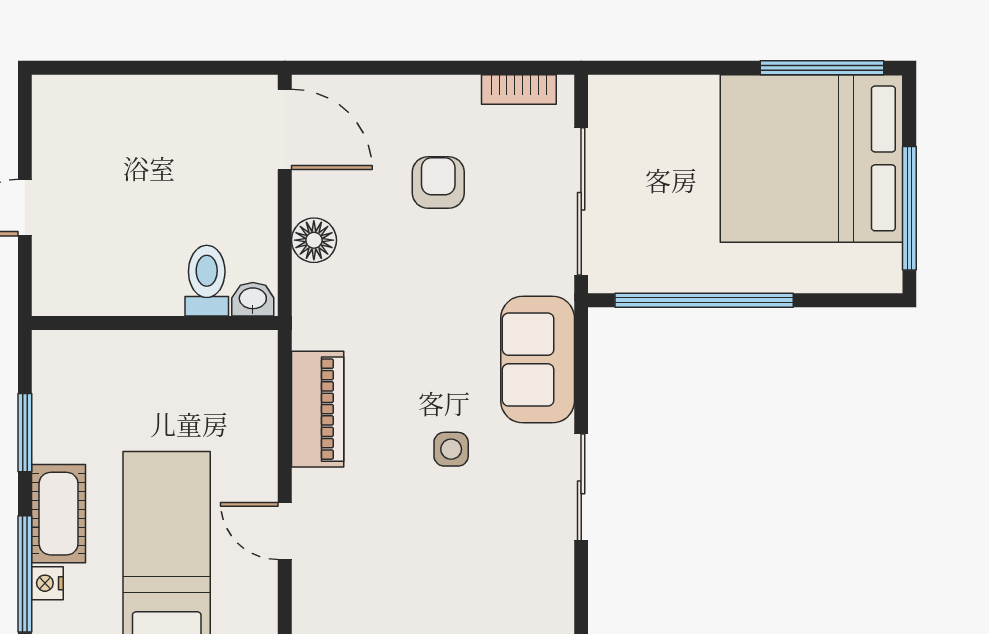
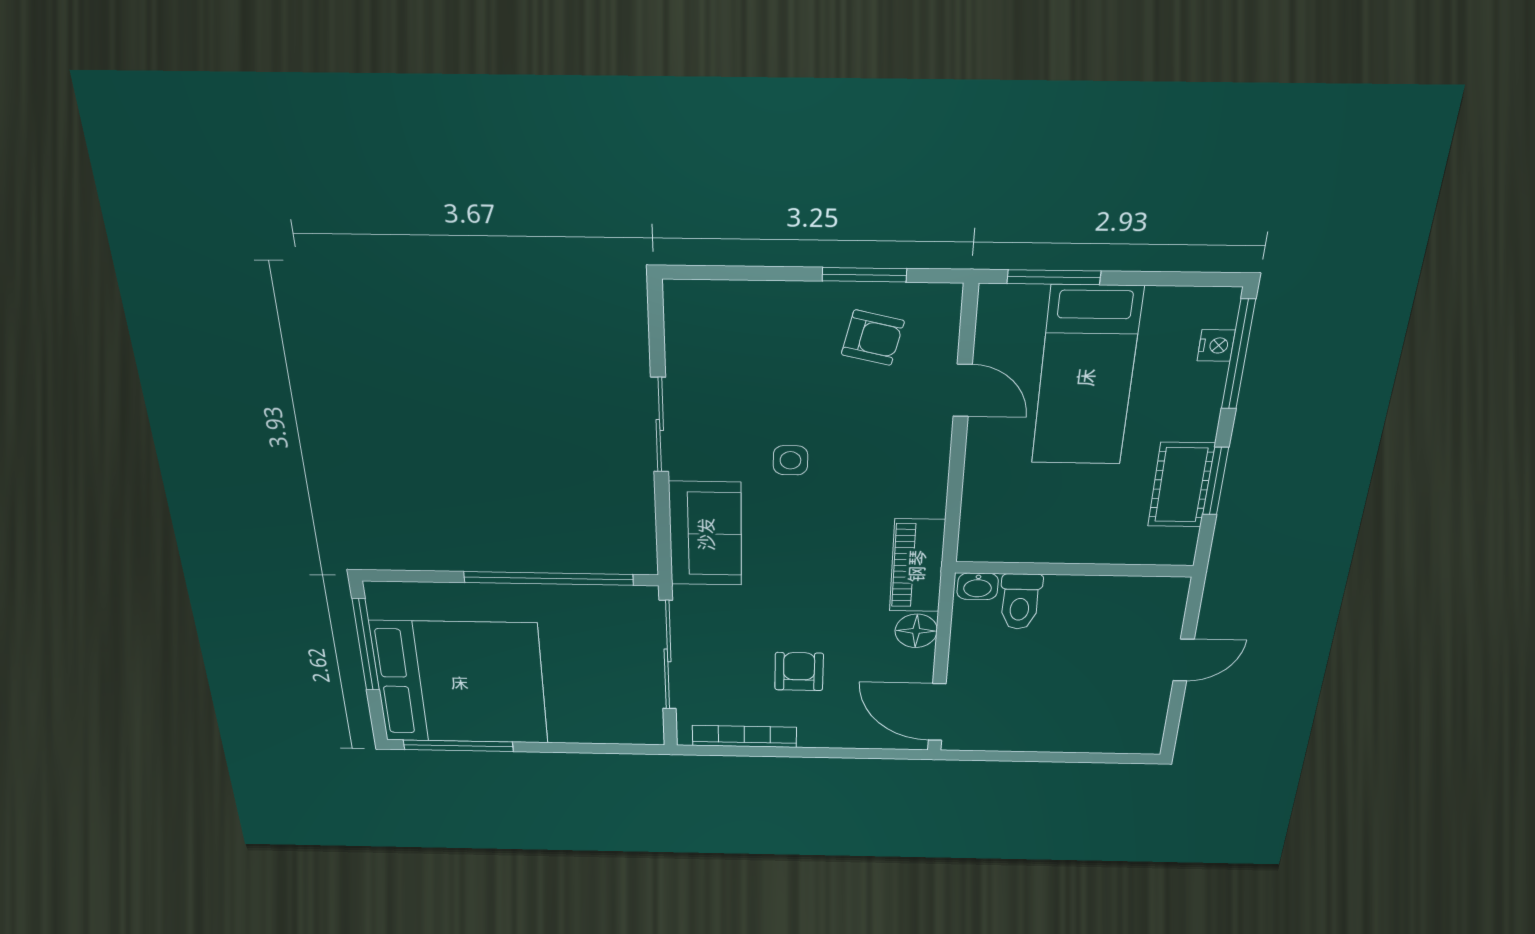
bookcase: (519, 89) -> (744, 736), width x1.56
armchair: (438, 182) -> (799, 672), turned 180
piano: (318, 409) -> (917, 566), moved
cot: (59, 514) -> (1181, 485), moved
armchair: (374, 586) -> (873, 338), added

